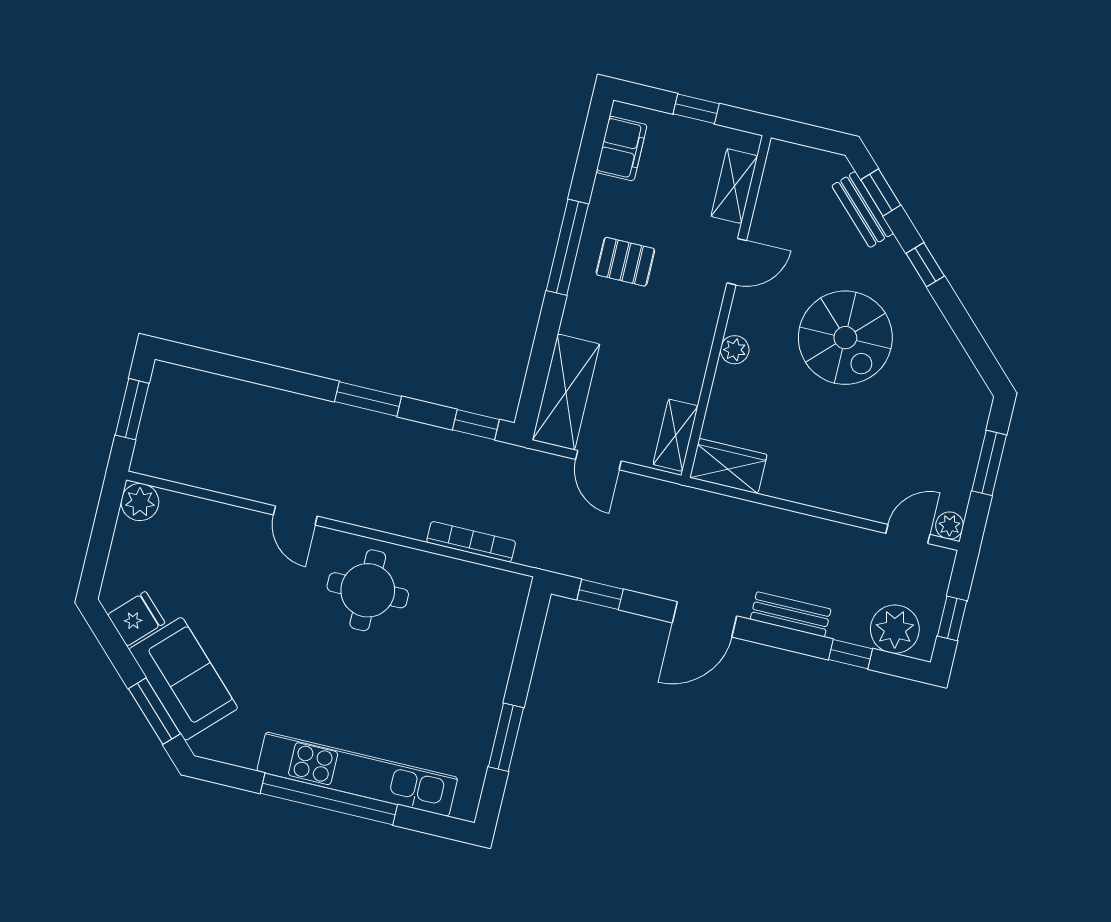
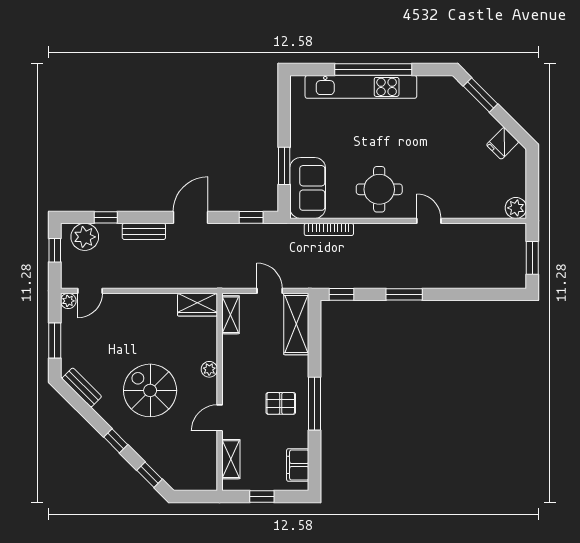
bench: (863, 209) -> (82, 387), moved
sofa: (183, 679) -> (308, 188), moved, turned -135
window: (506, 737) -> (284, 166), moved

